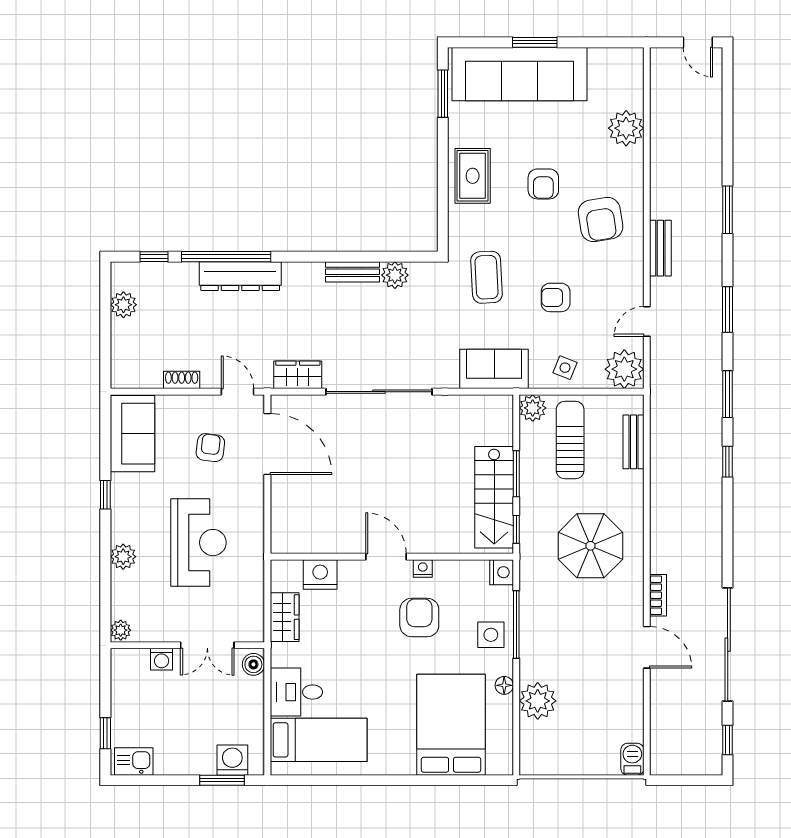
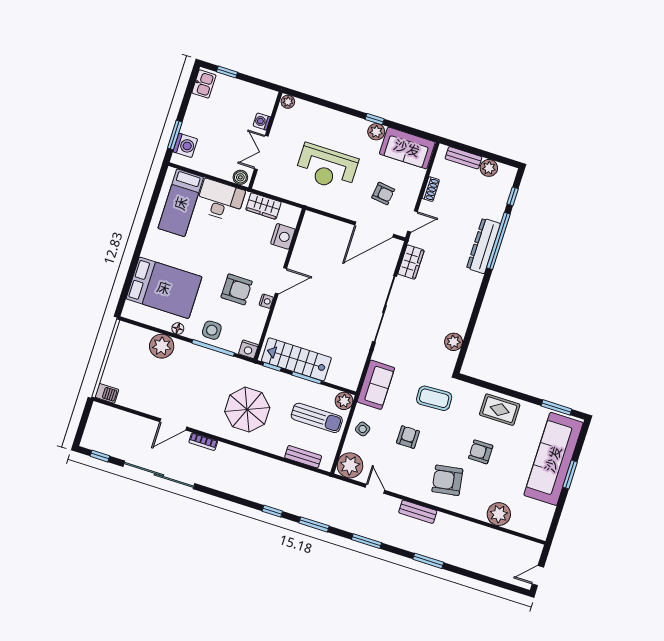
bench: (352, 272) -> (463, 158), moved, turned 90
plant: (123, 557) -> (376, 132), moved
desk: (296, 692) -> (220, 200), width x1.37

